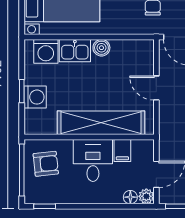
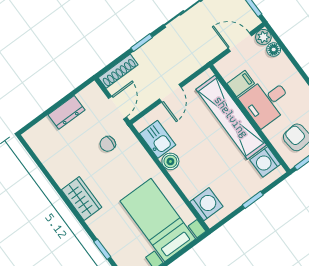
kitchen sink: (75, 51) -> (158, 139), moved
washing machine: (35, 97) -> (265, 162), moved, turned -90

